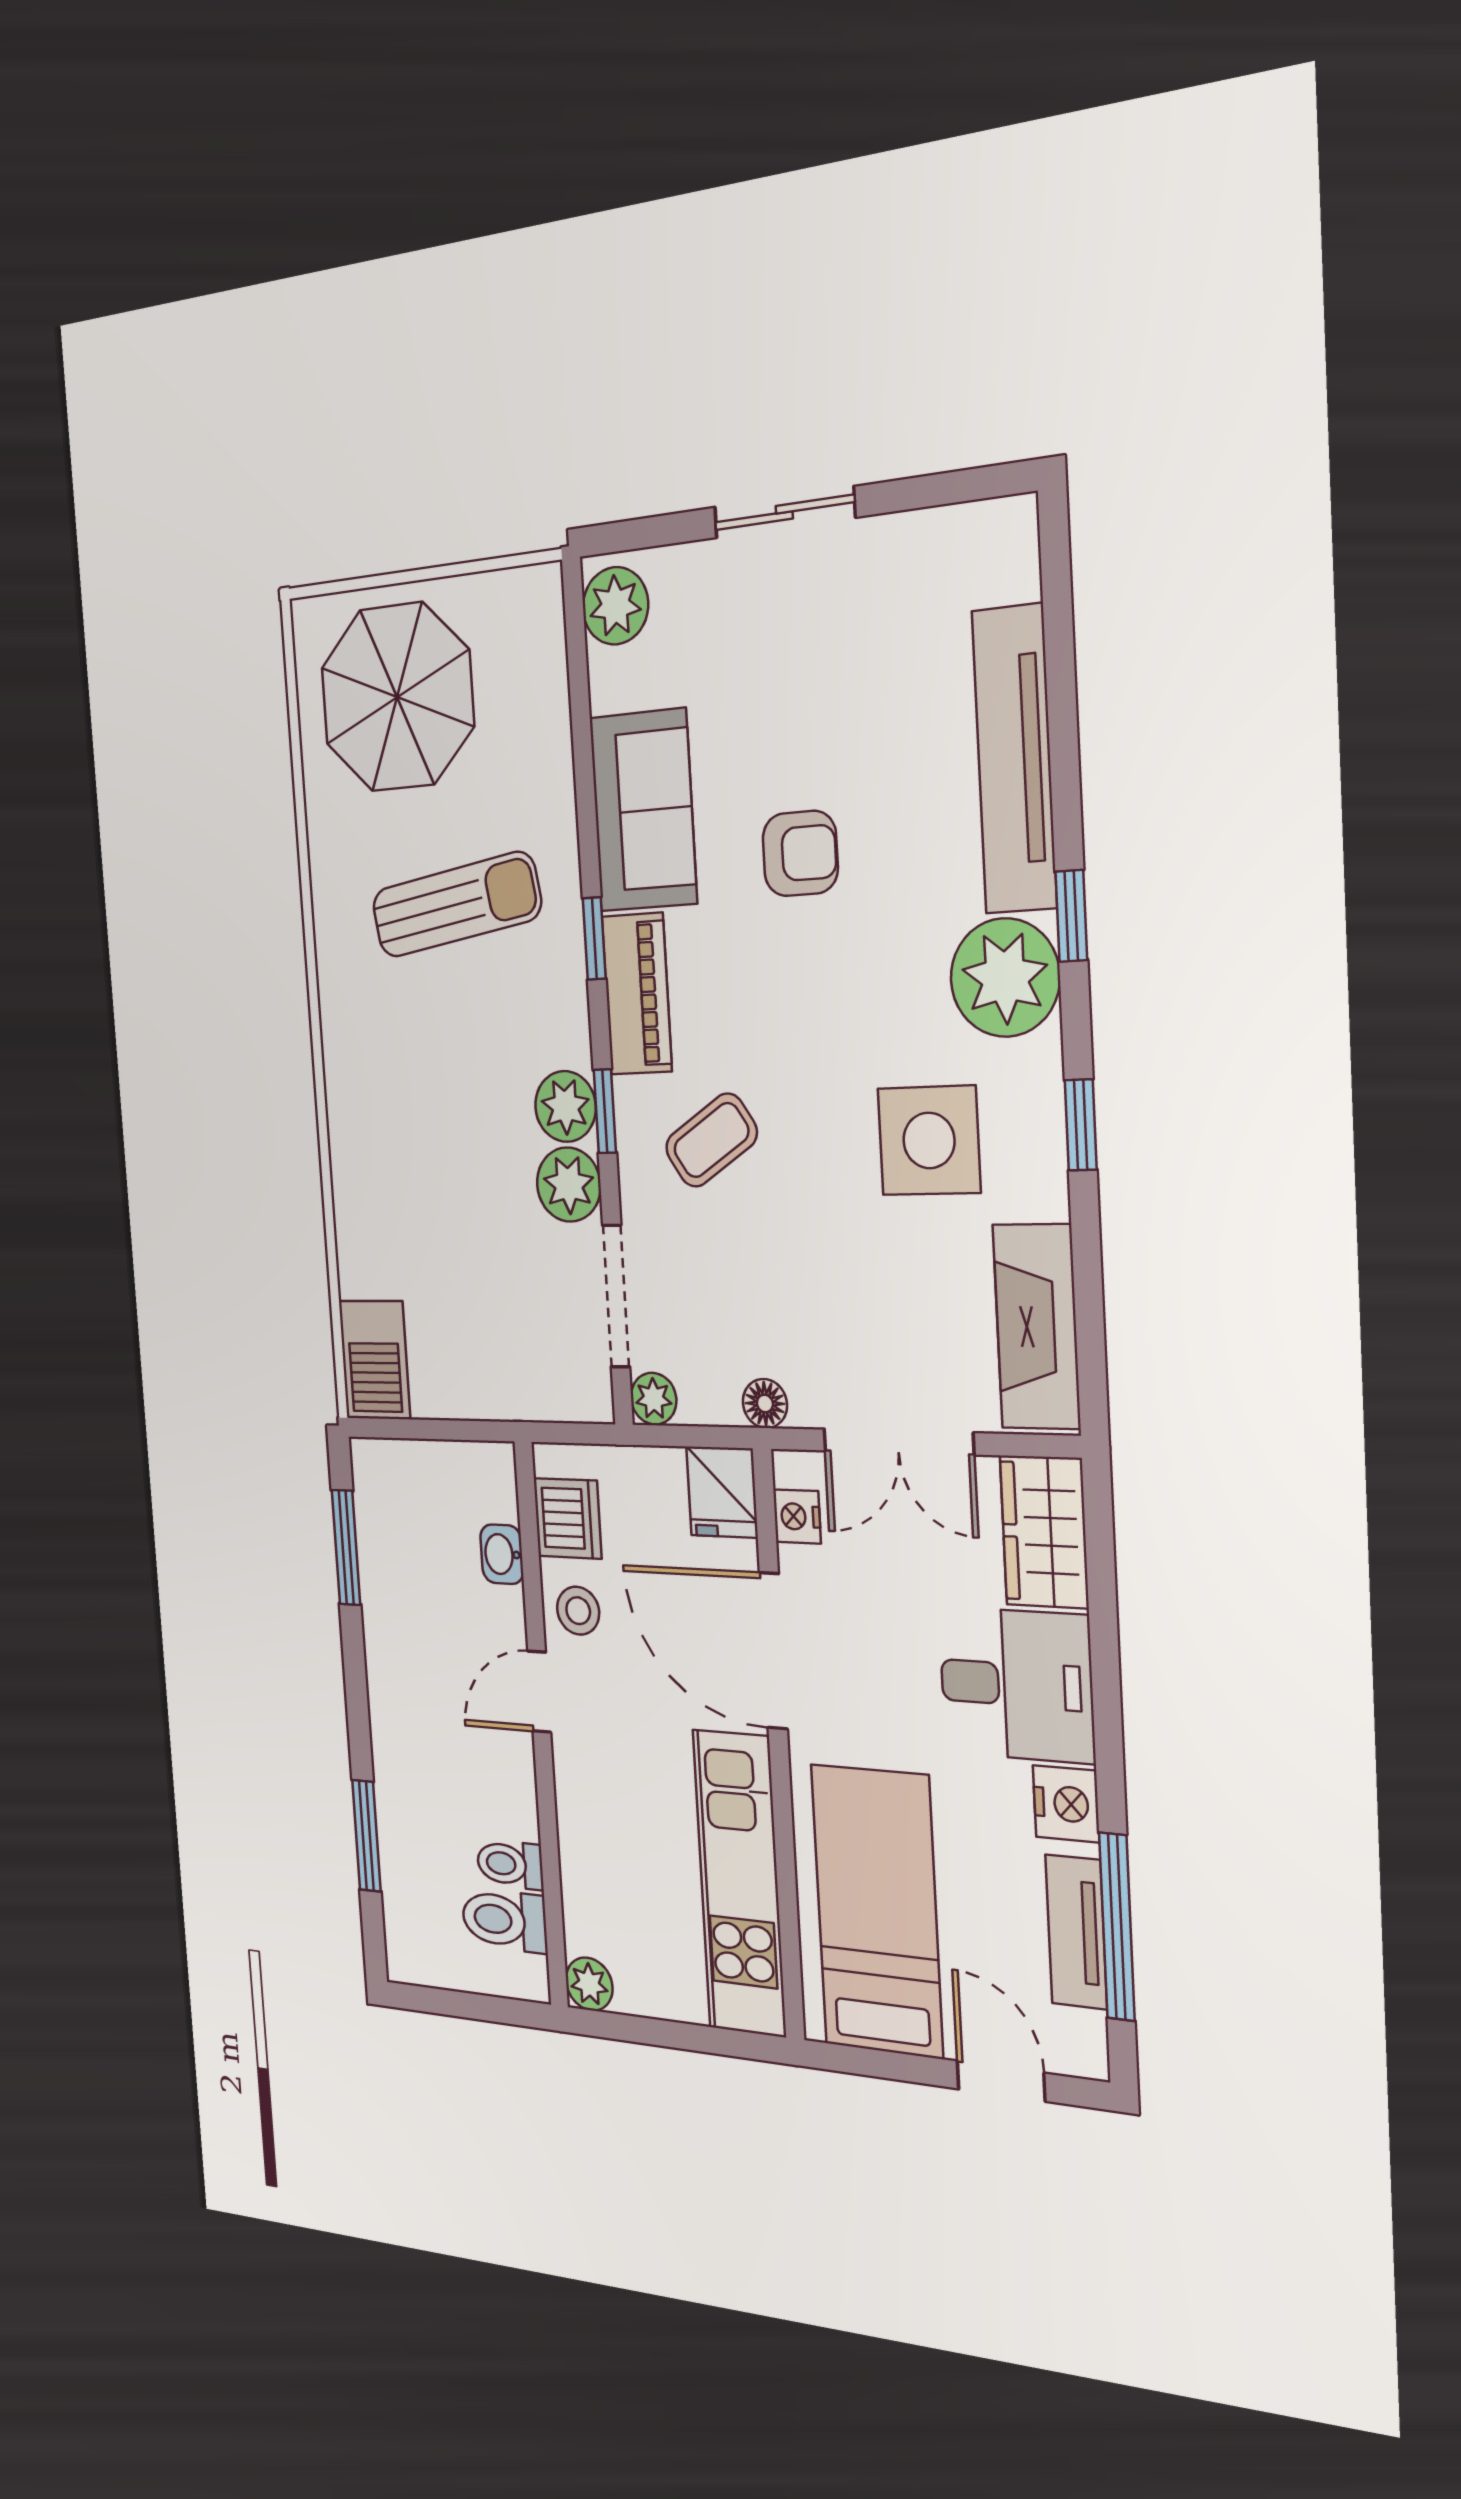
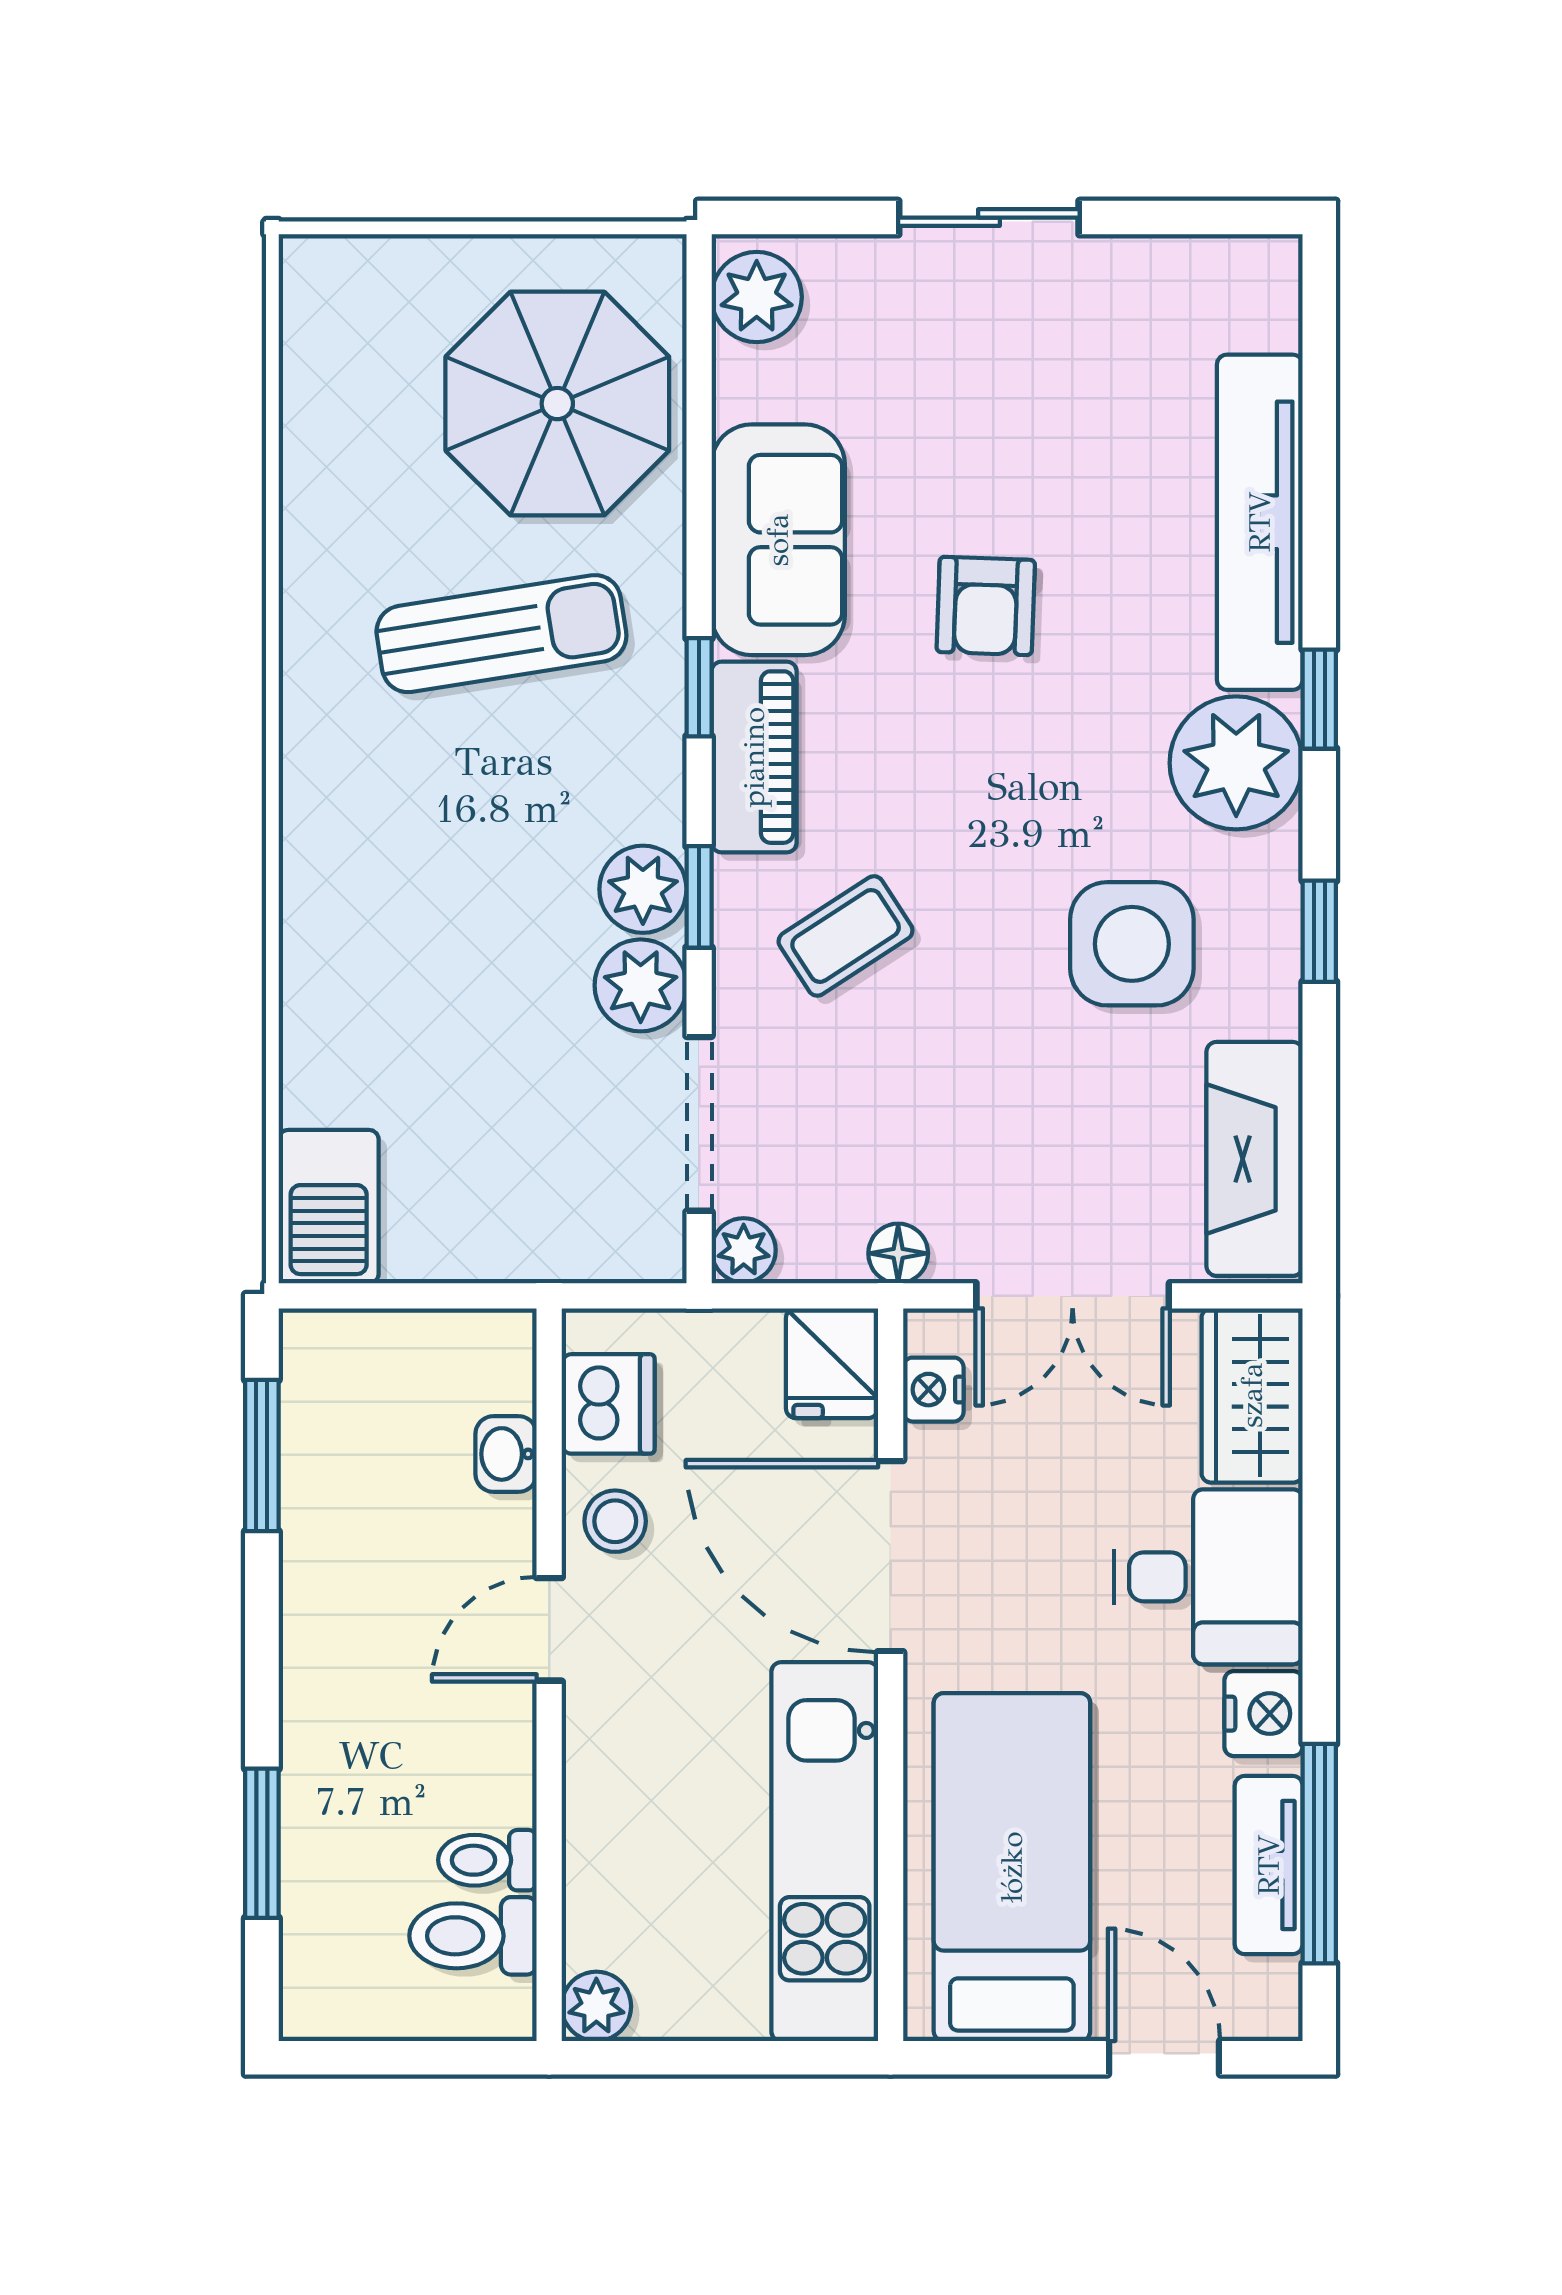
parasol: (397, 697) -> (557, 404), moved
armchair: (800, 853) -> (986, 606), turned 92

